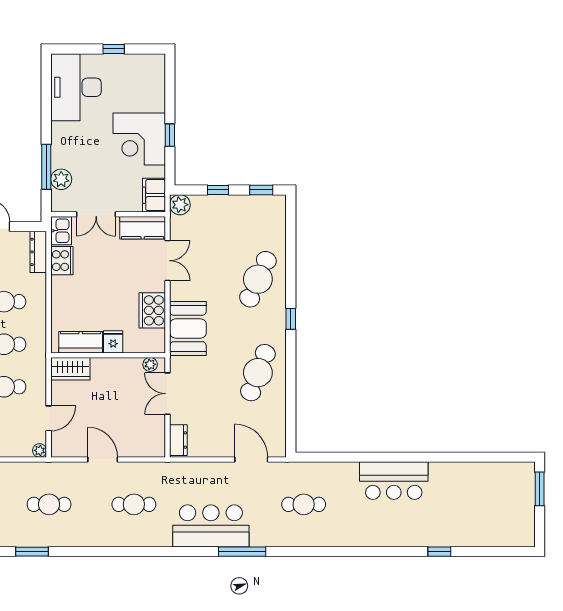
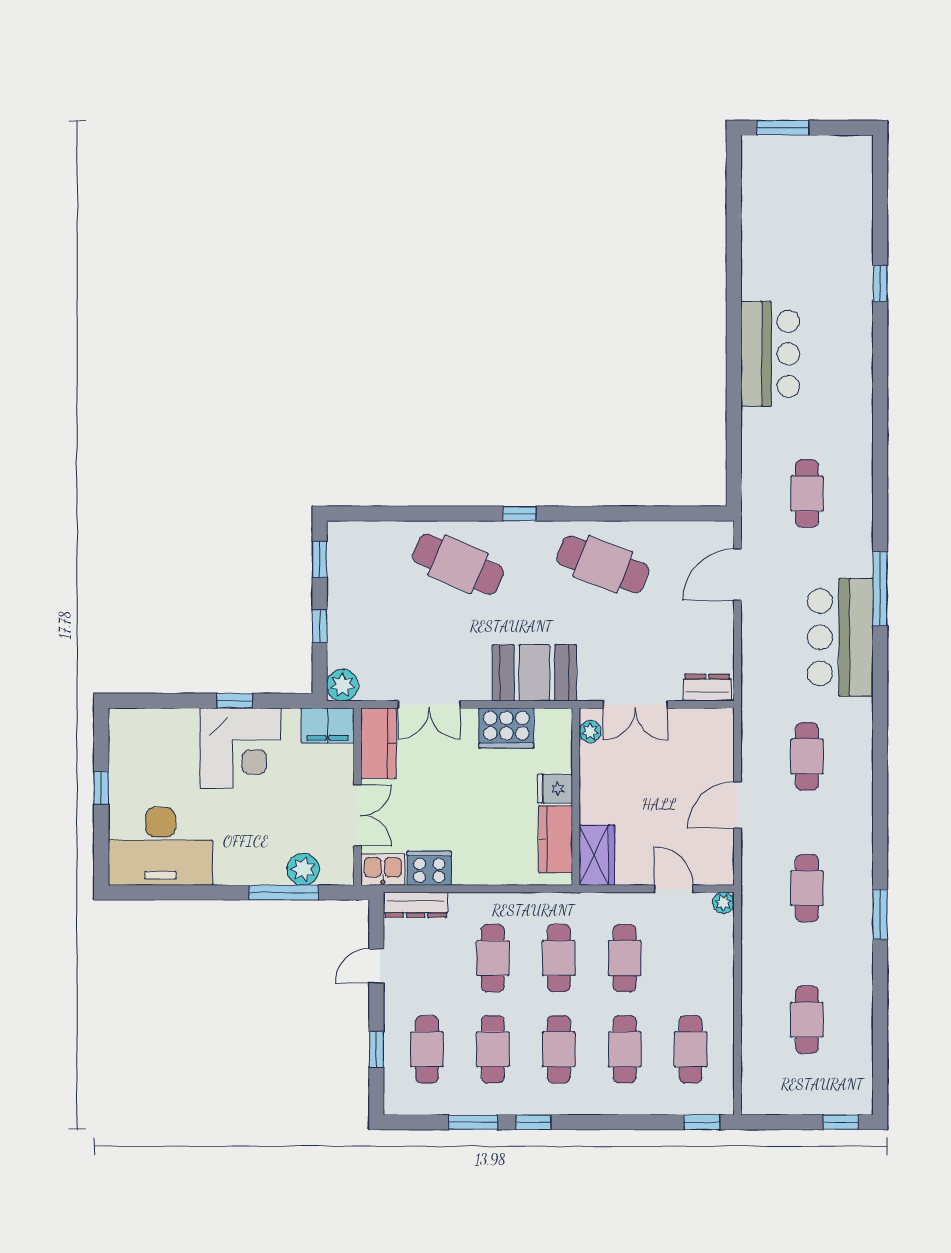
double door: (168, 261) -> (429, 704), swing flipped

